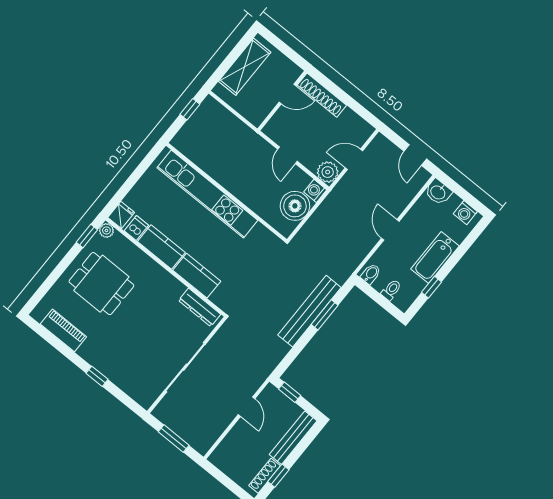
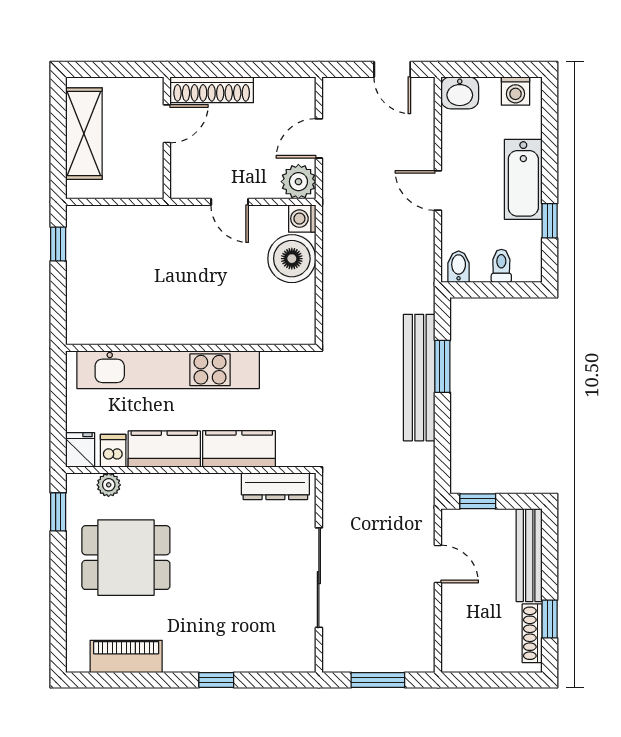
wall: (226, 192) -> (191, 348), moved
kitchen unit: (207, 194) -> (168, 370), moved
plant: (106, 230) -> (109, 485), moved

